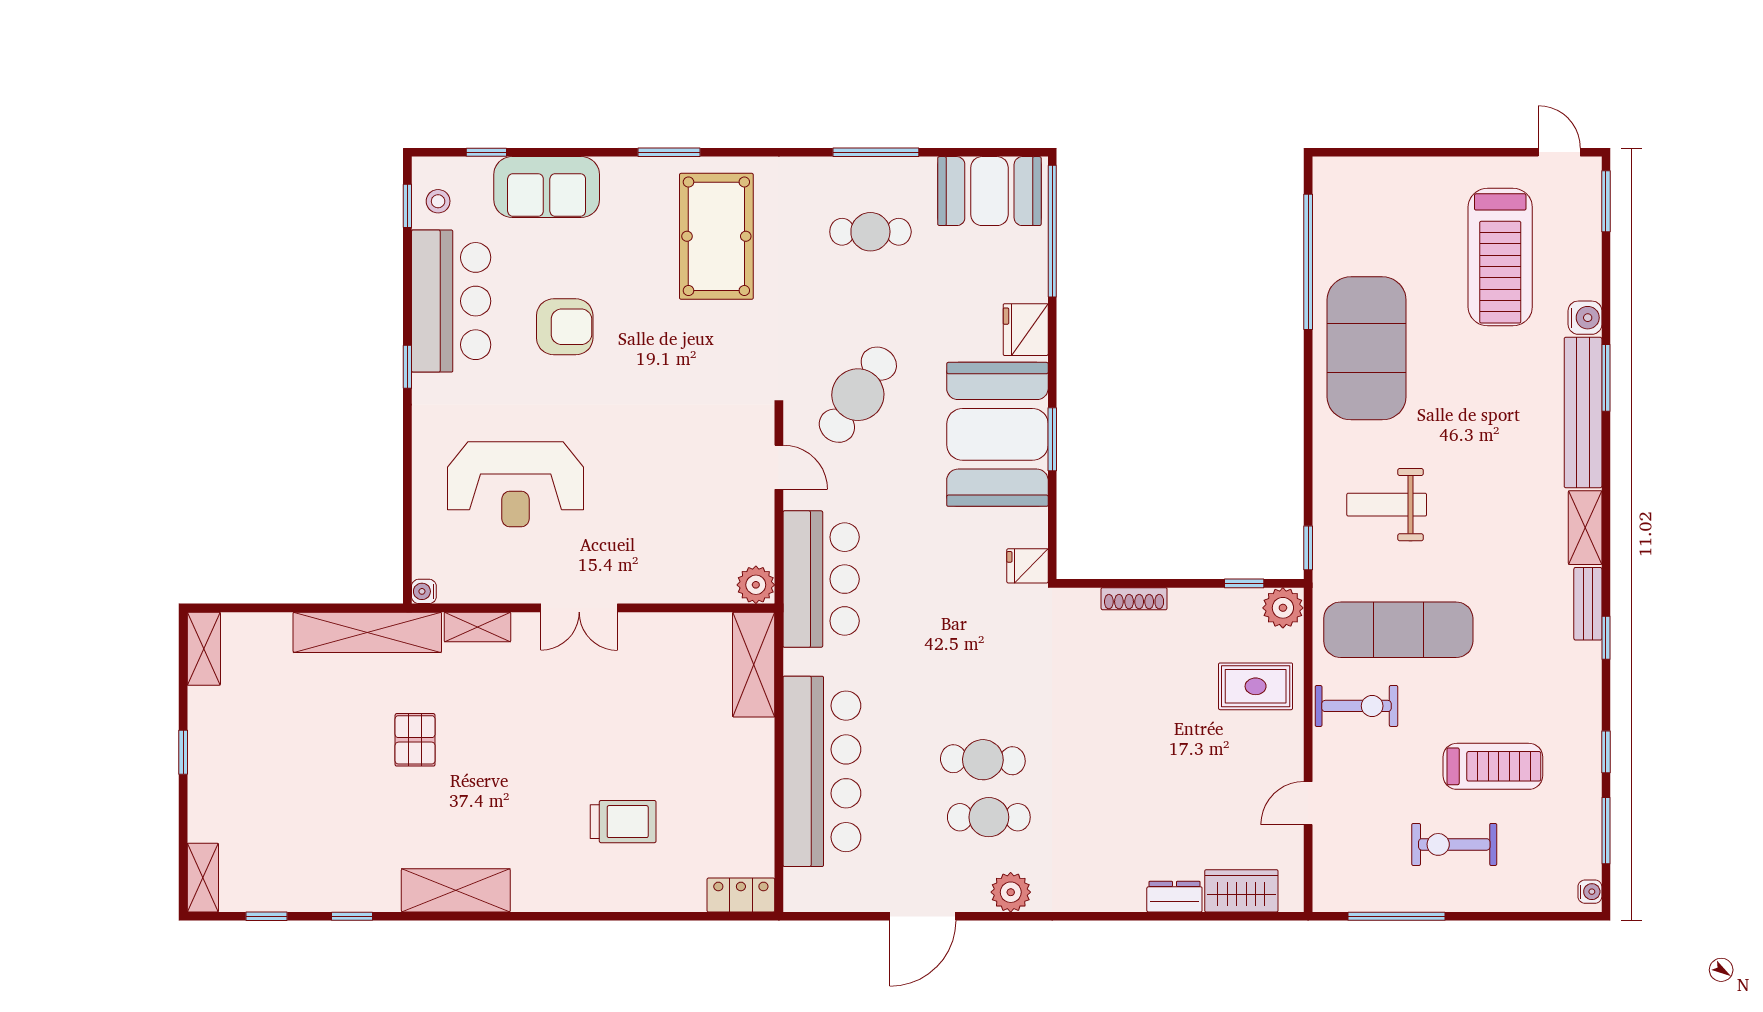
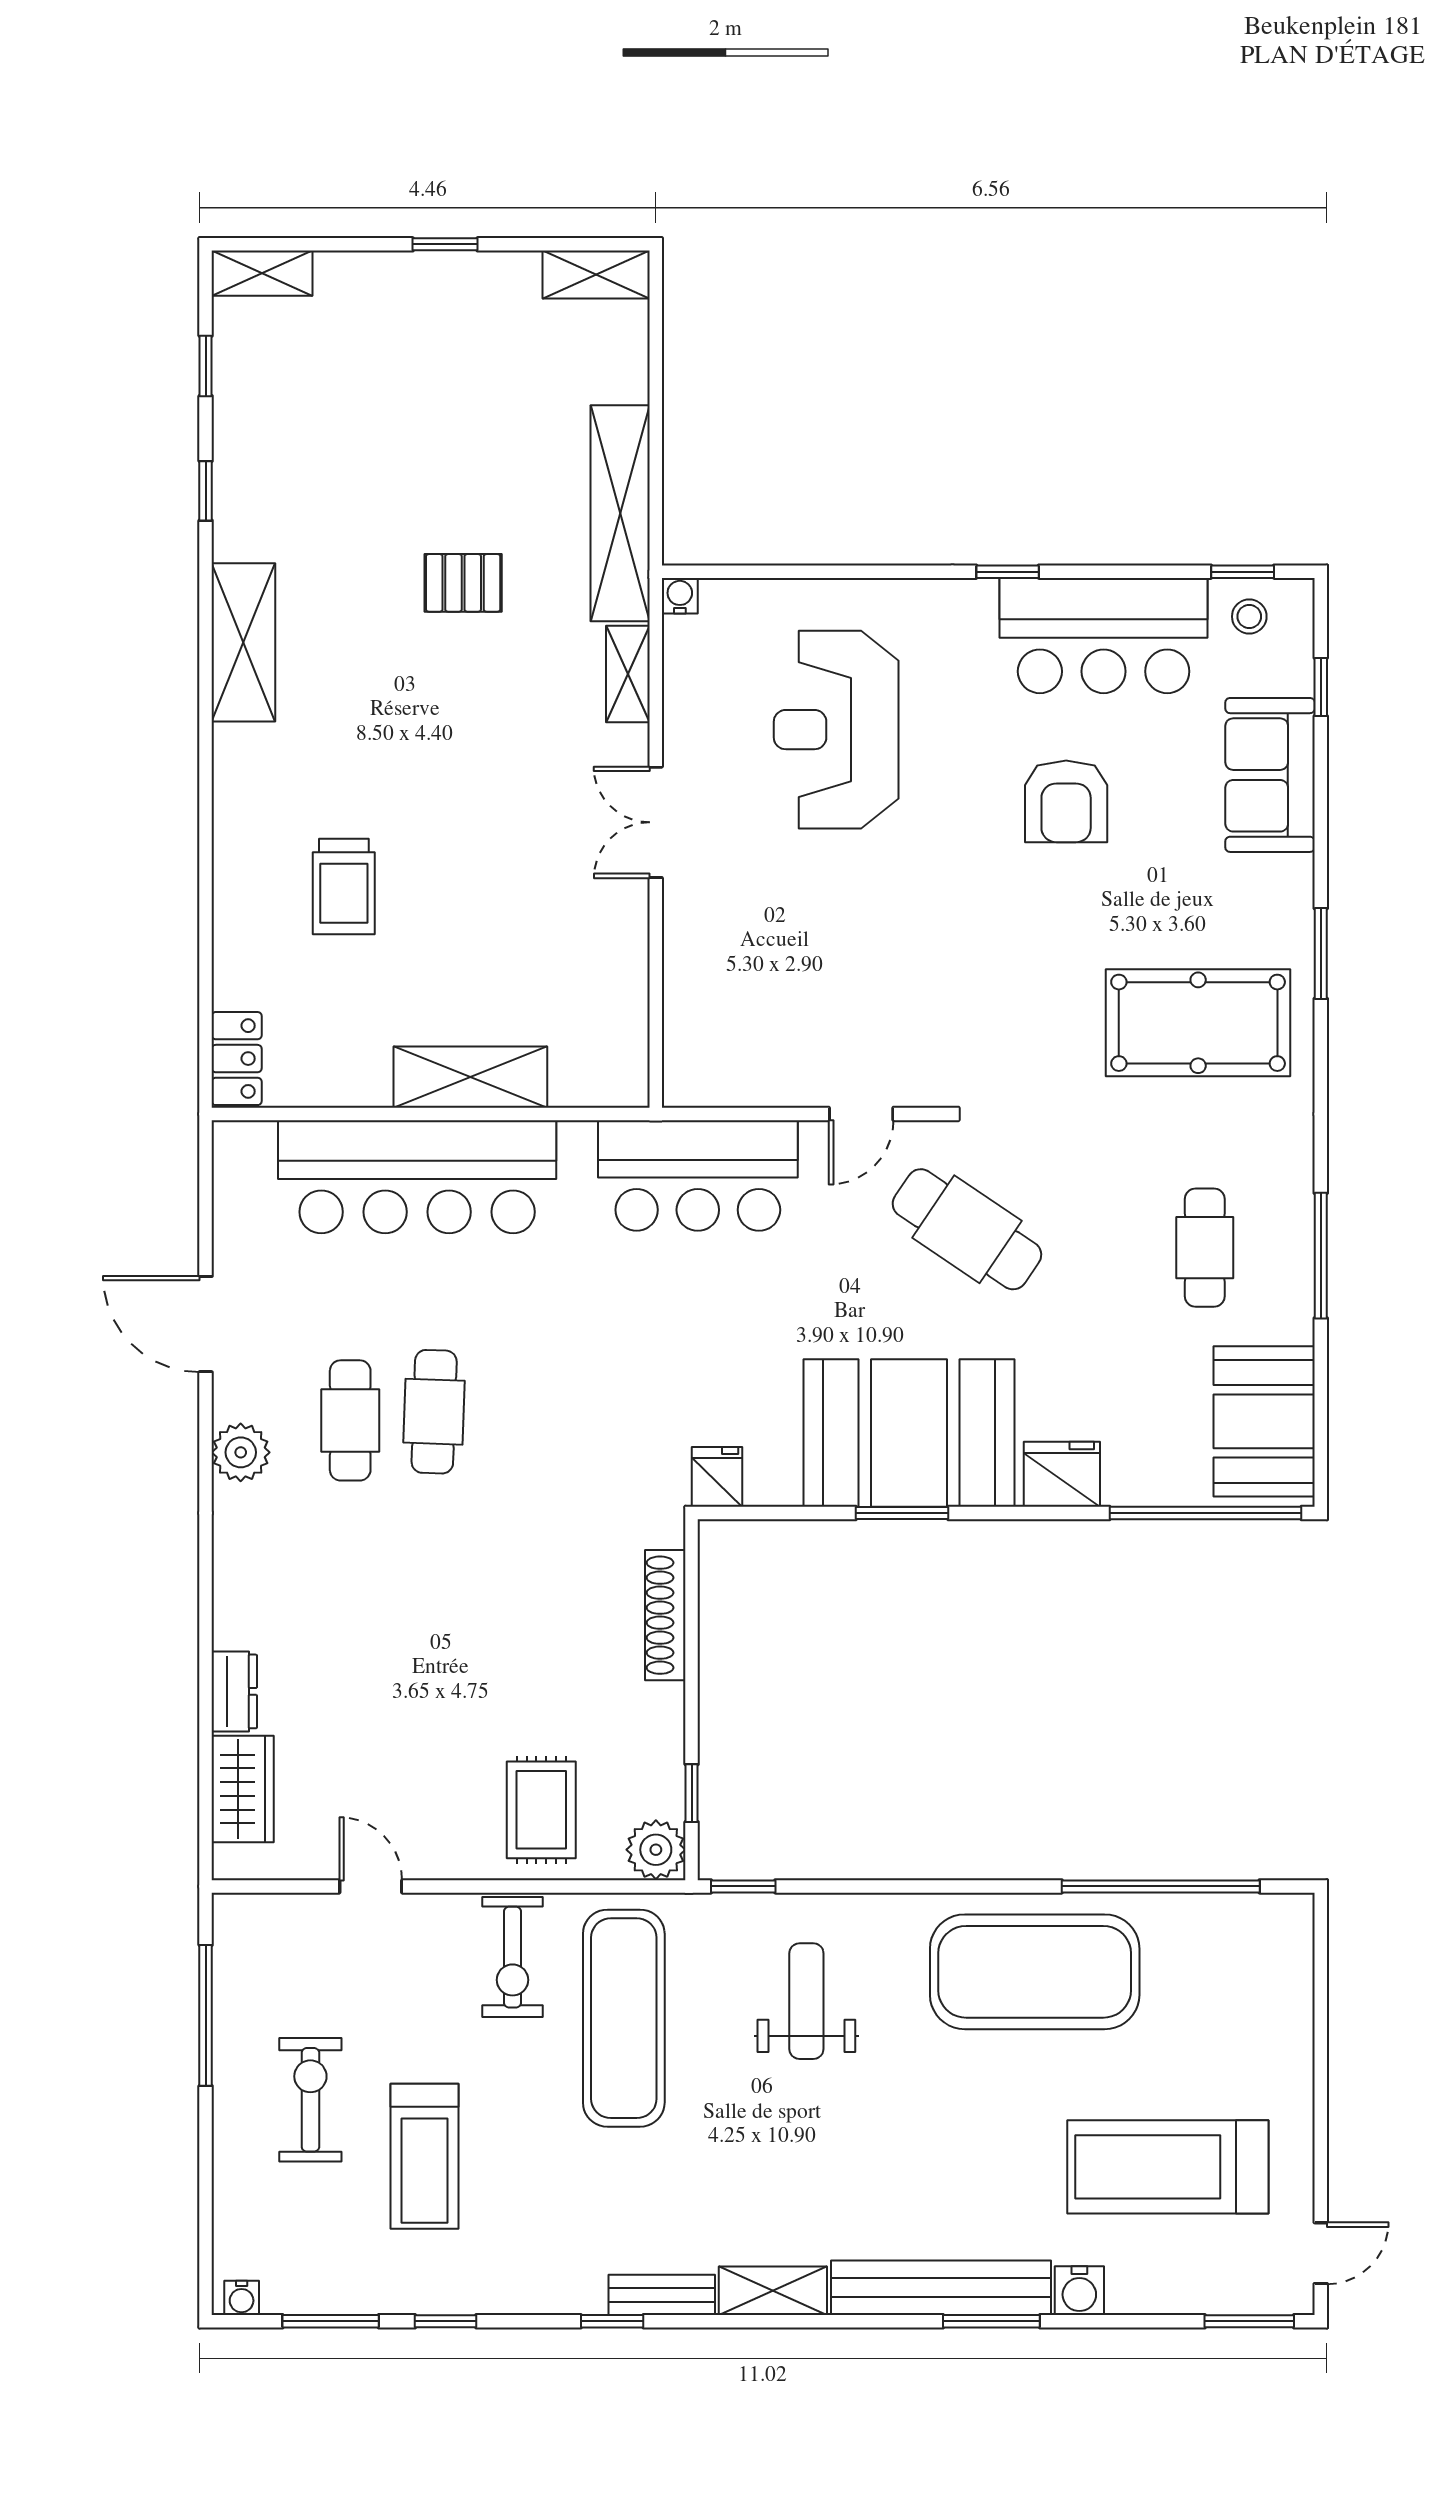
plant: (756, 585) -> (689, 1080), removed
shoe rack: (1134, 599) -> (665, 1615), width x1.36, depth x1.24
shelving: (754, 665) -> (470, 1077), moved

